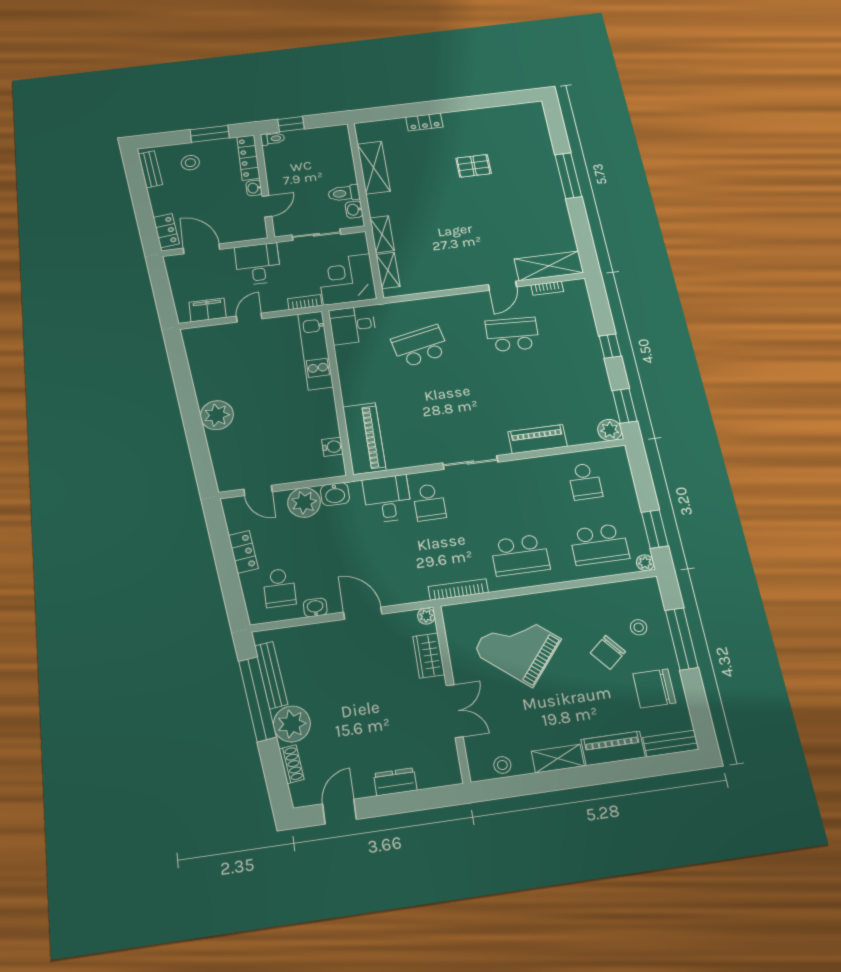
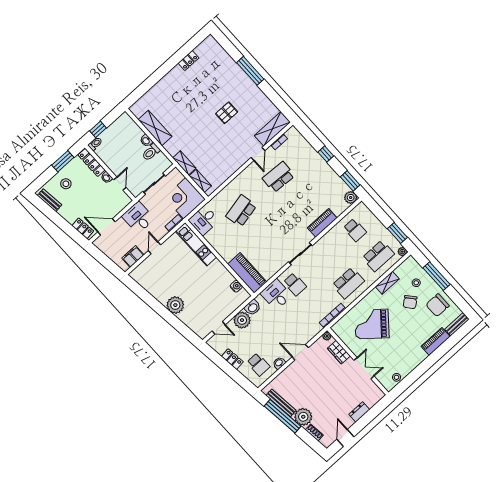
locker: (424, 122) -> (188, 60), moved
pallet: (473, 166) -> (227, 113), moved
washbasin: (354, 210) -> (146, 141), moved
shelving: (558, 759) -> (387, 283), moved

